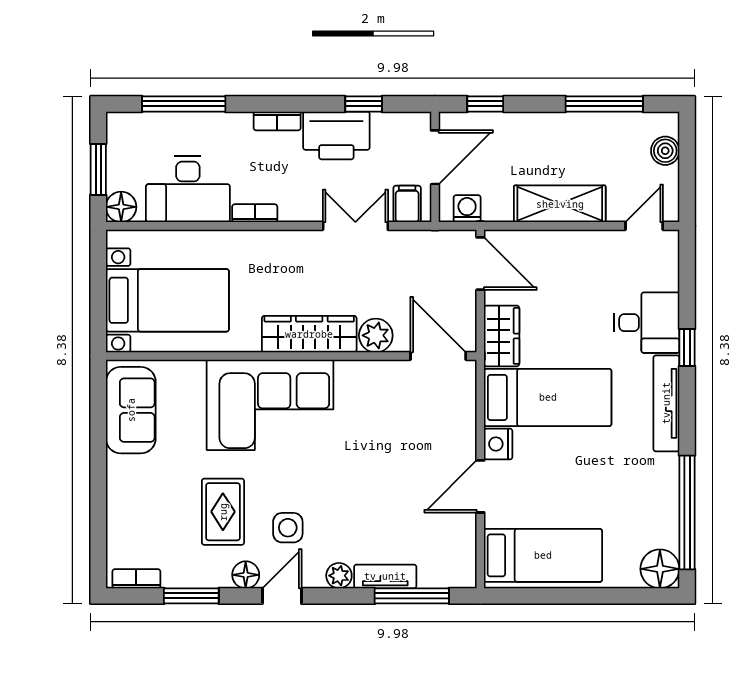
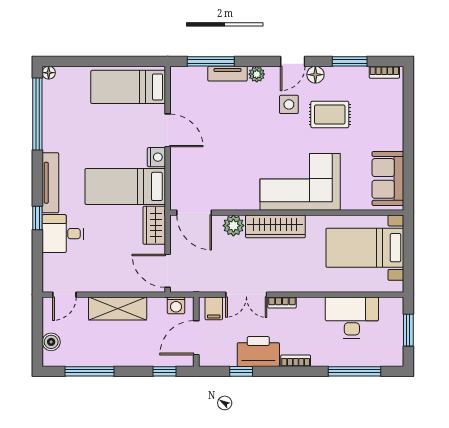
floor lamp: (121, 207) -> (394, 307), removed
bookcase: (255, 213) -> (282, 303), moved
door: (480, 486) -> (168, 130), hinge flipped
rug: (223, 512) -> (330, 114), turned 90
floor lamp: (660, 569) -> (49, 73), width x0.53, depth x0.53

